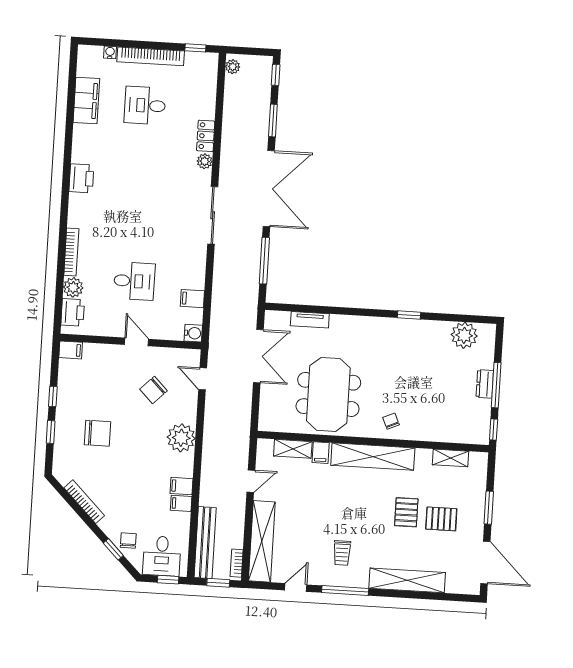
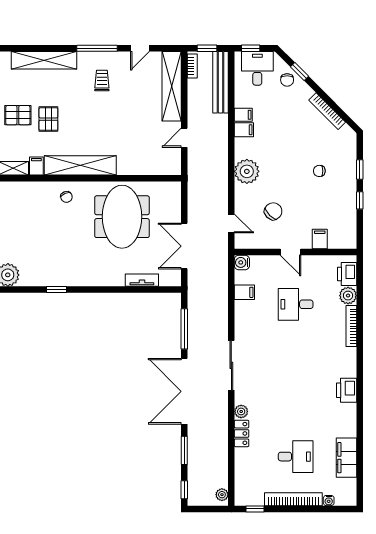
filing cabinet: (71, 350) -> (320, 239), moved, turned 90
chair: (97, 433) -> (319, 171), width x0.54, depth x0.54
shelving: (293, 449) -> (150, 168), removed
filing cabinet: (321, 453) -> (36, 166), moved

